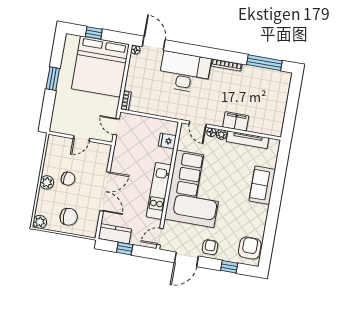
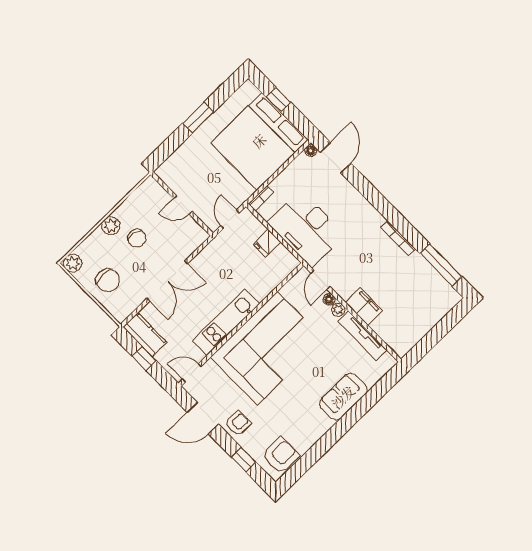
desk: (185, 72) -> (306, 228), moved, turned 180
fridge: (167, 141) -> (267, 243), moved, turned -90

